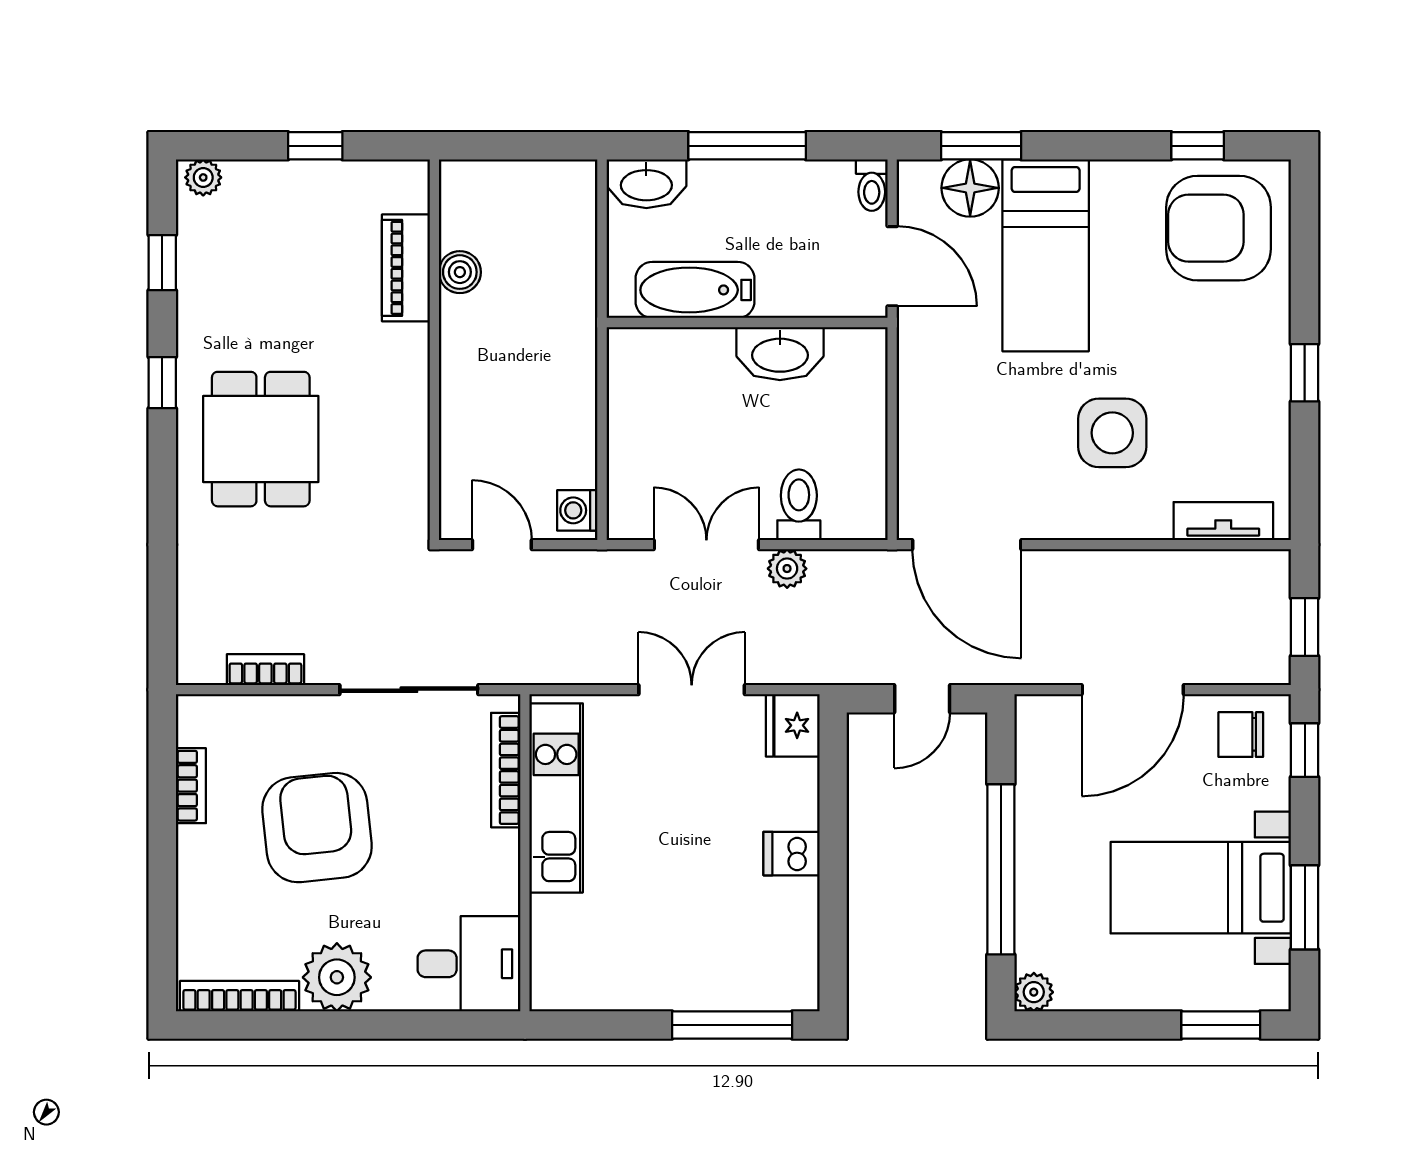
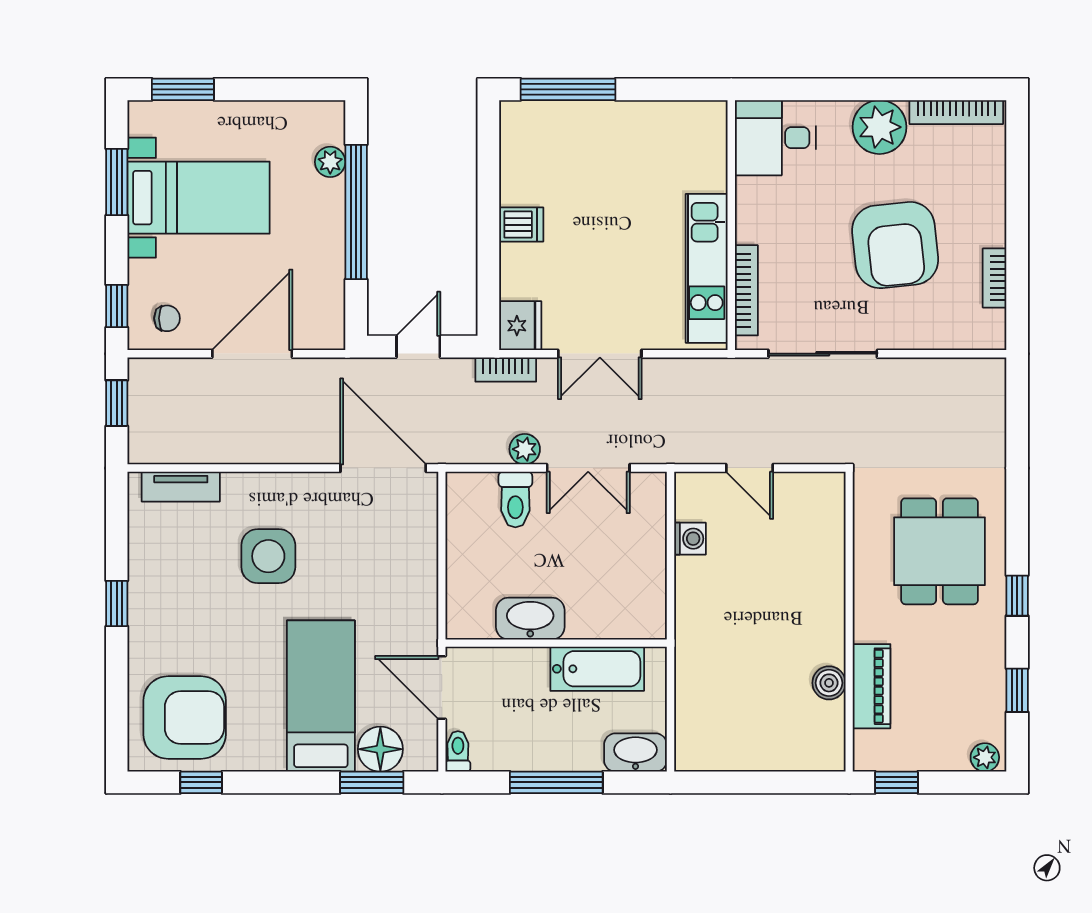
piano: (406, 268) -> (872, 686), moved
boiler: (460, 272) -> (829, 683), moved
wall: (434, 350) -> (849, 622), moved
washing machine: (577, 510) -> (690, 539), moved
bookcase: (265, 670) -> (506, 369), moved
chair: (1241, 735) -> (167, 318), width x0.73, depth x0.73
plant: (1034, 992) -> (330, 162), moved

